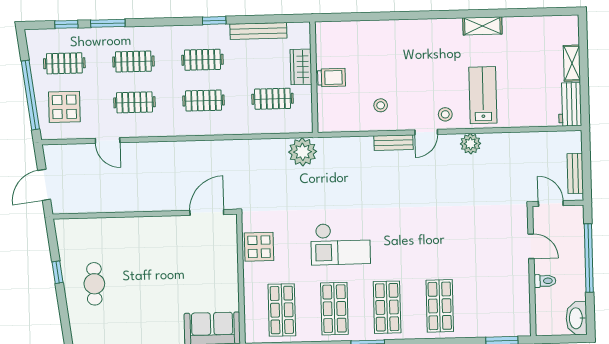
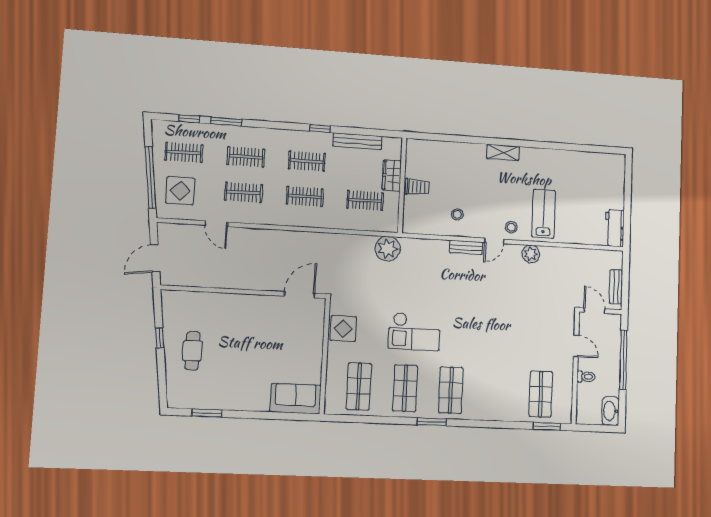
shelving: (482, 26) -> (503, 152), moved
shelving: (572, 63) -> (618, 194), removed
shop shelf: (440, 306) -> (541, 394), moved

